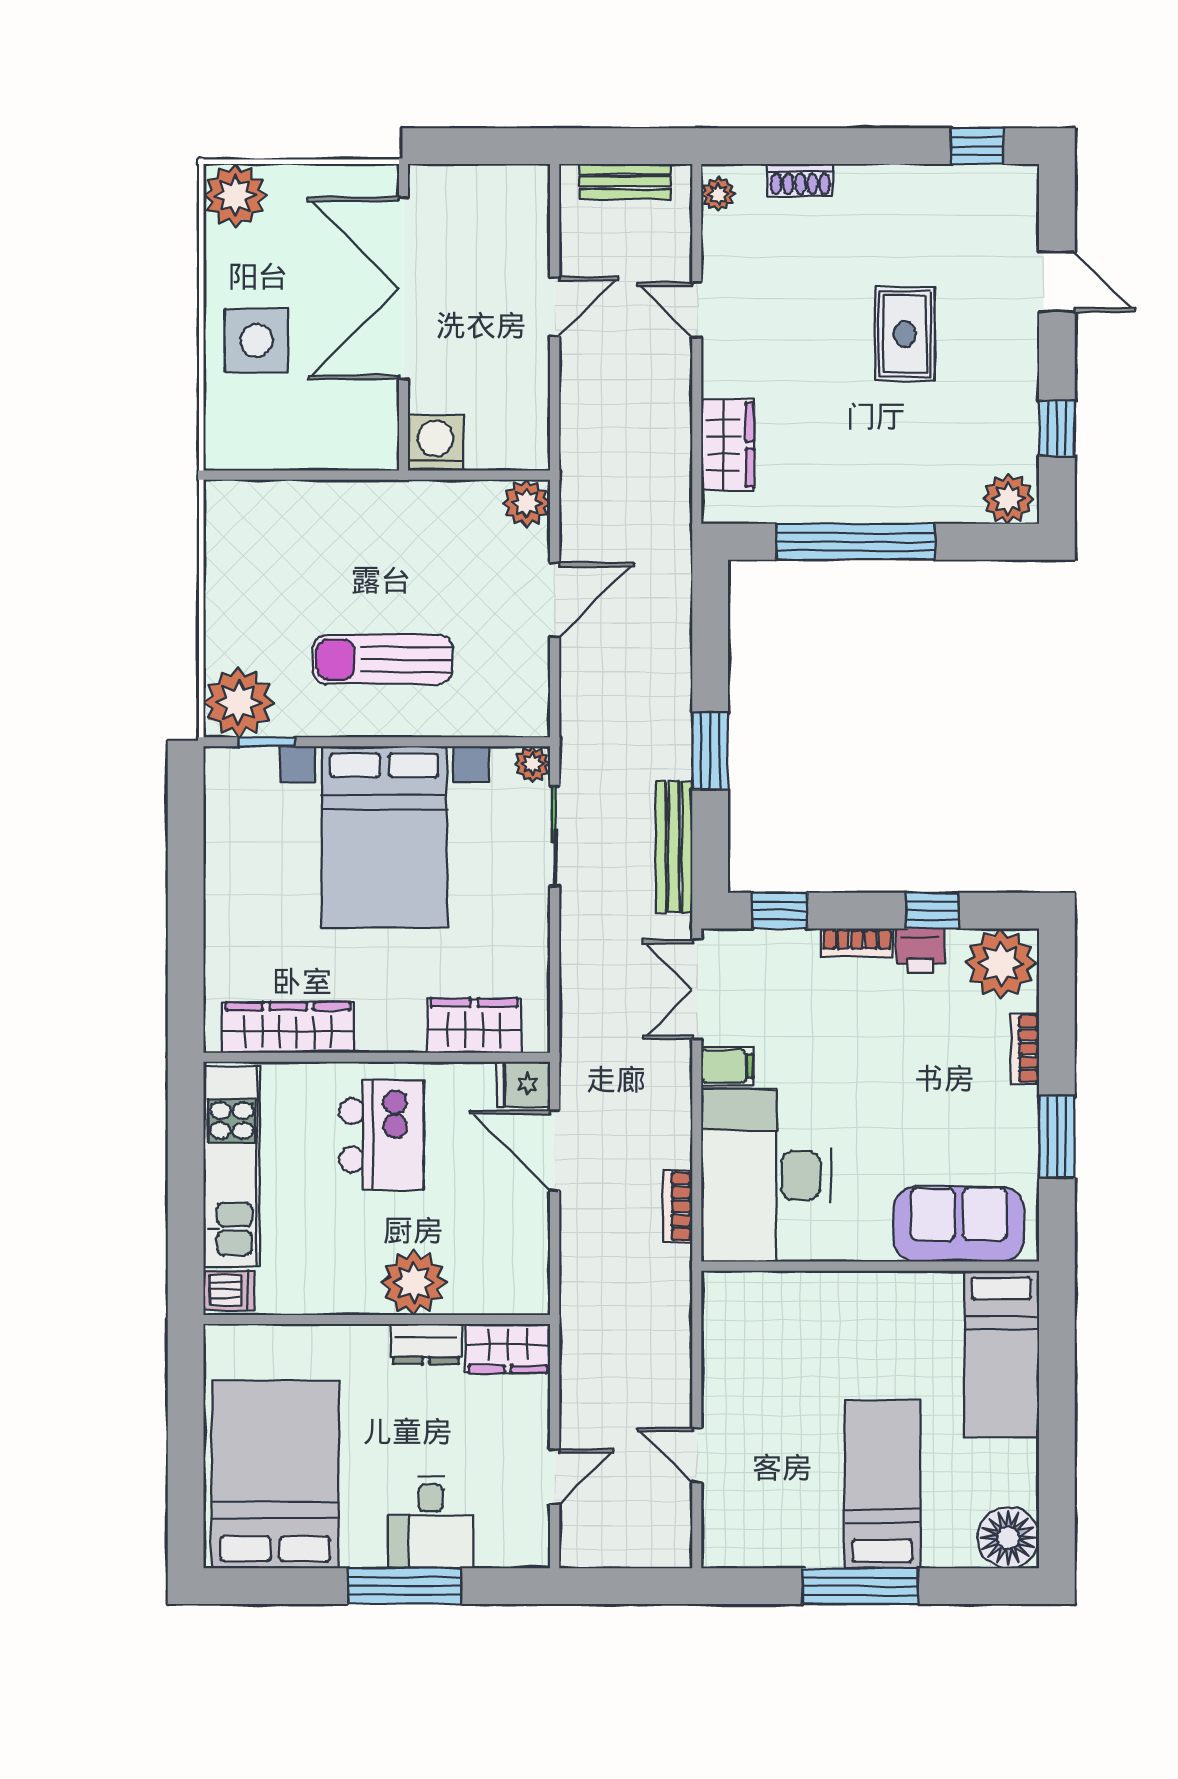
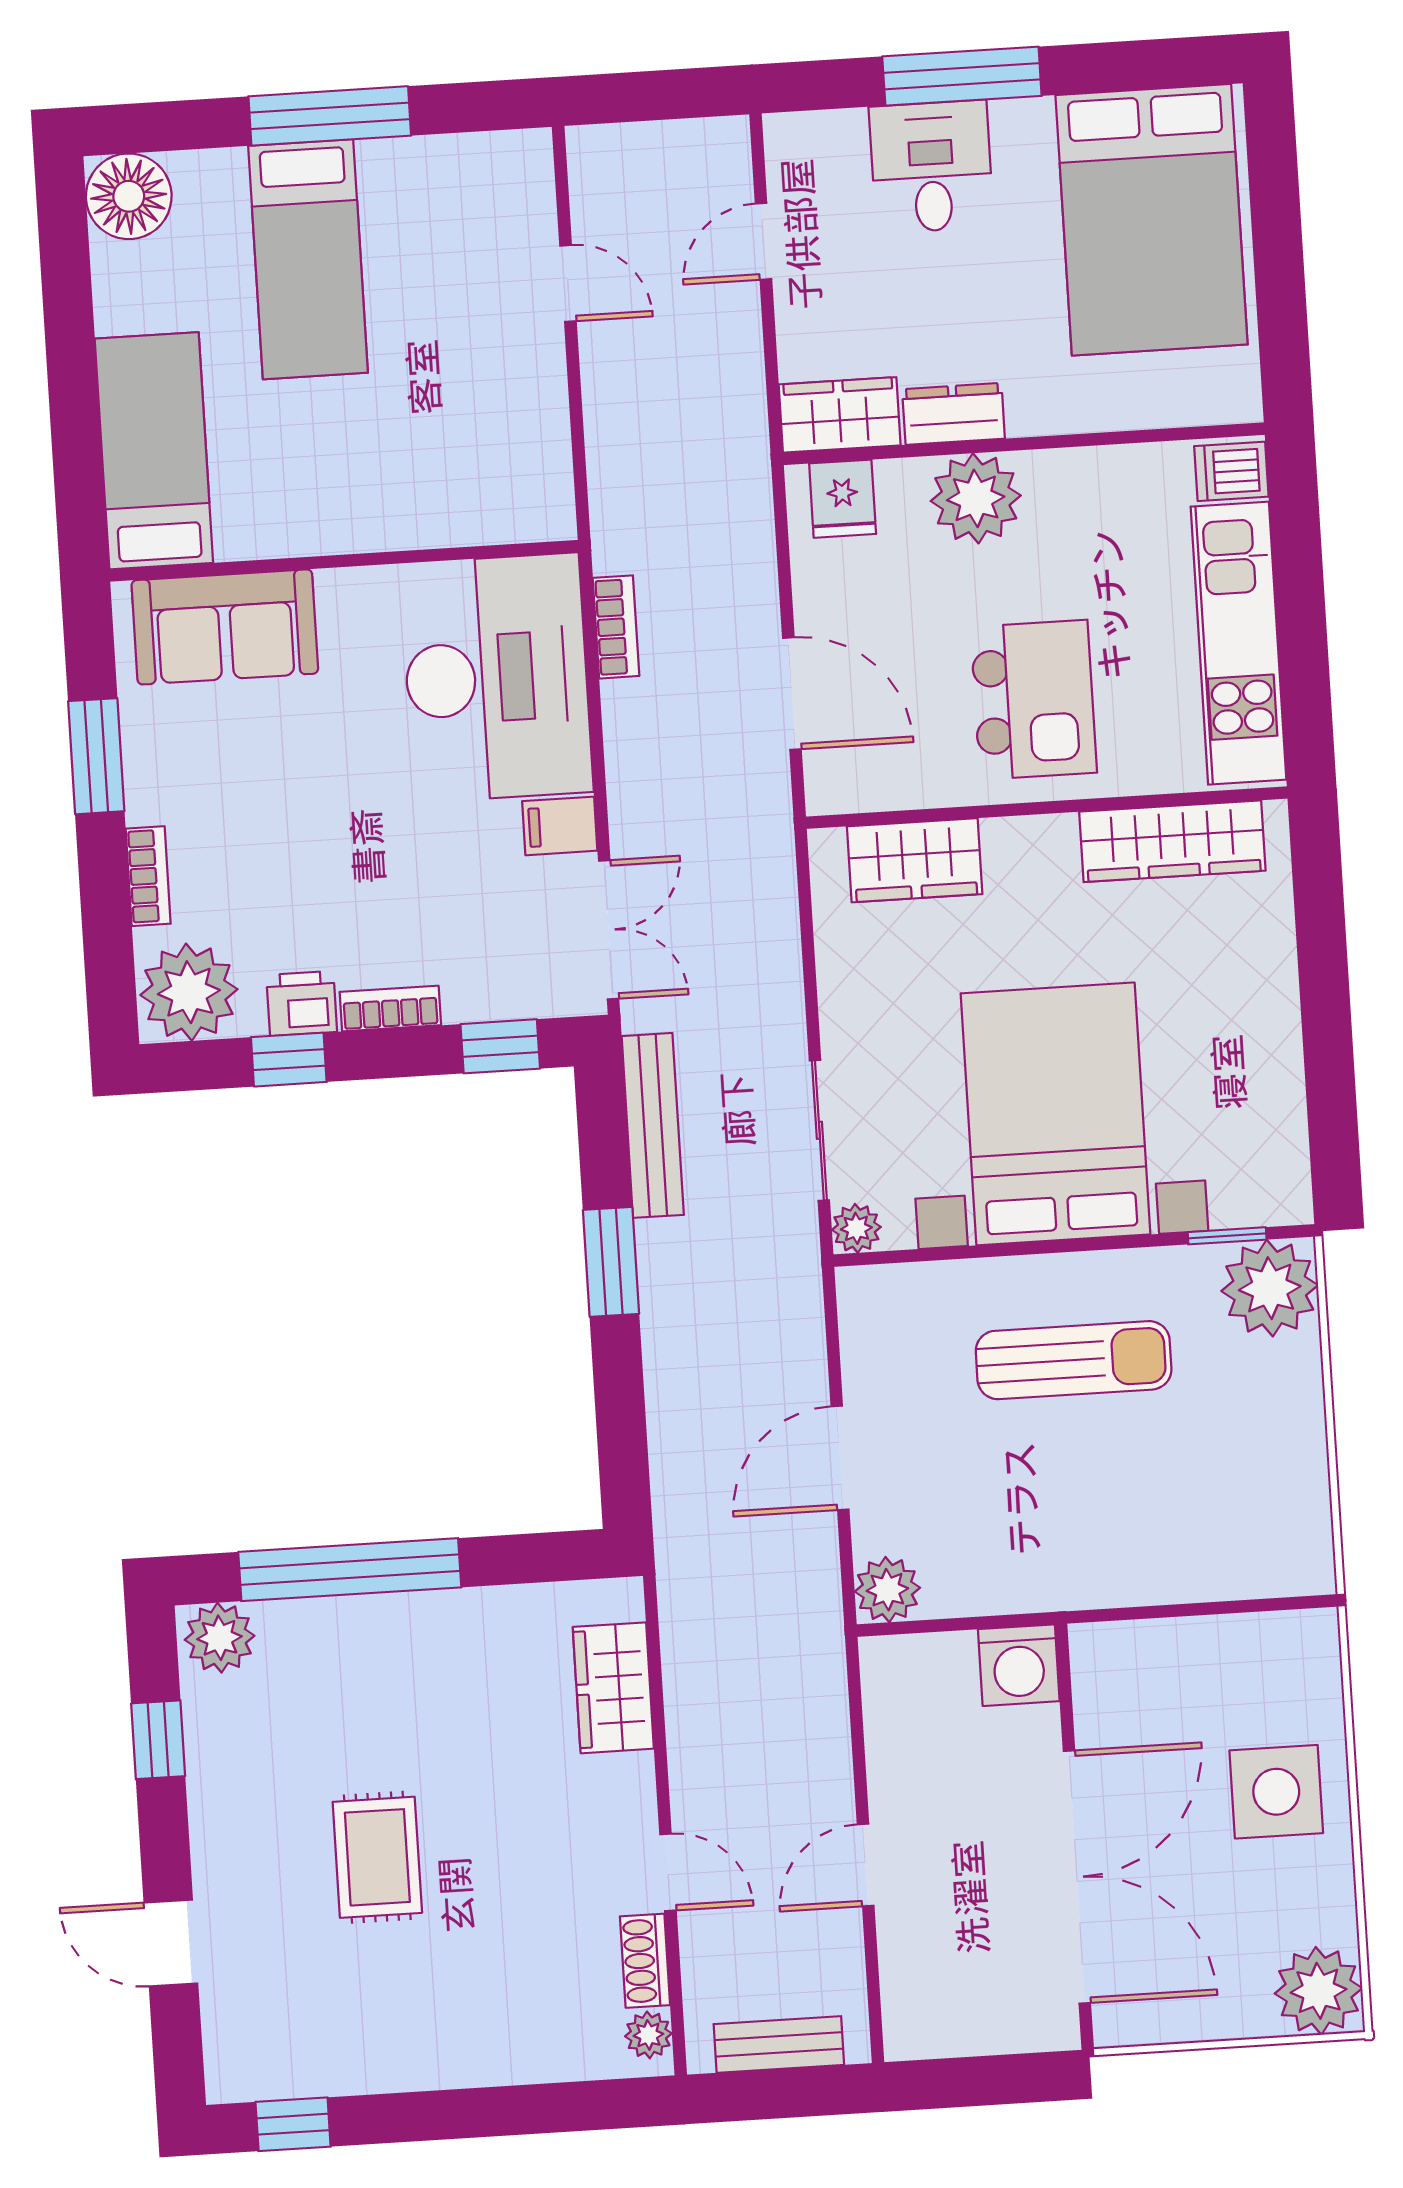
shoe rack: (800, 180) -> (645, 1961), moved, turned -90
window: (856, 542) -> (350, 1570), moved
fridge: (523, 1084) -> (843, 499), moved, turned 90
kitchen island: (381, 1135) -> (1034, 700), turned 180

